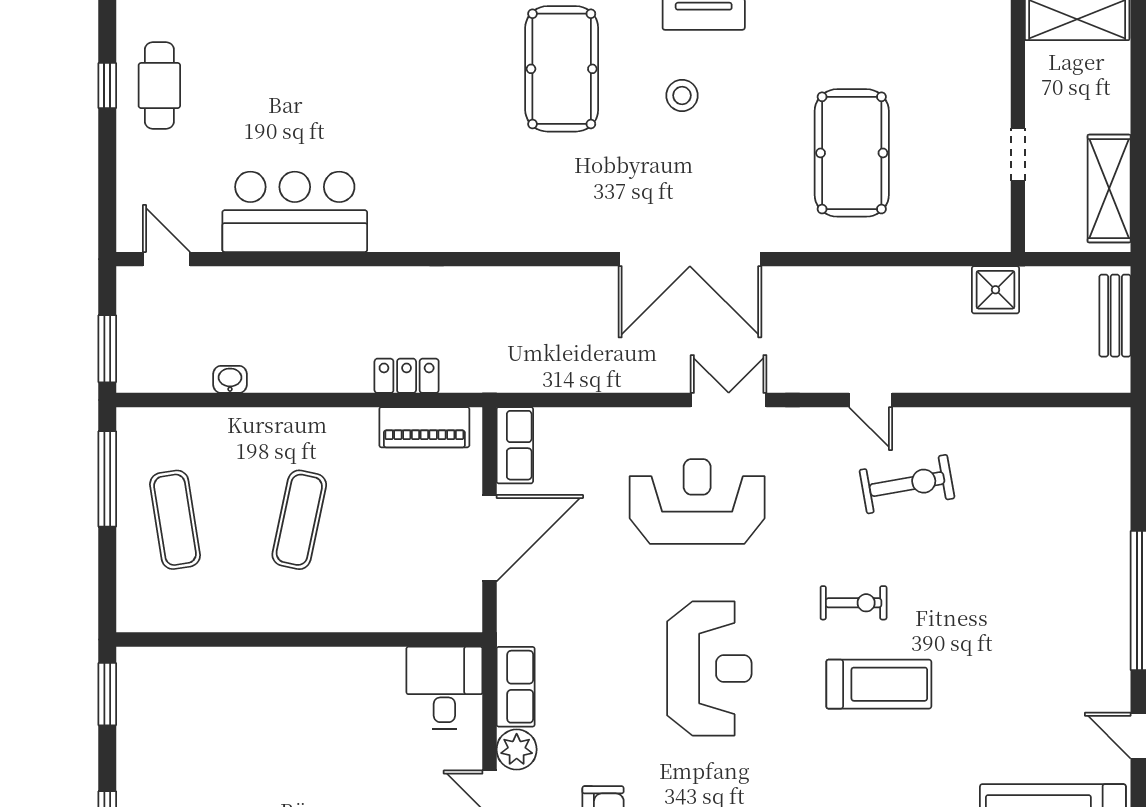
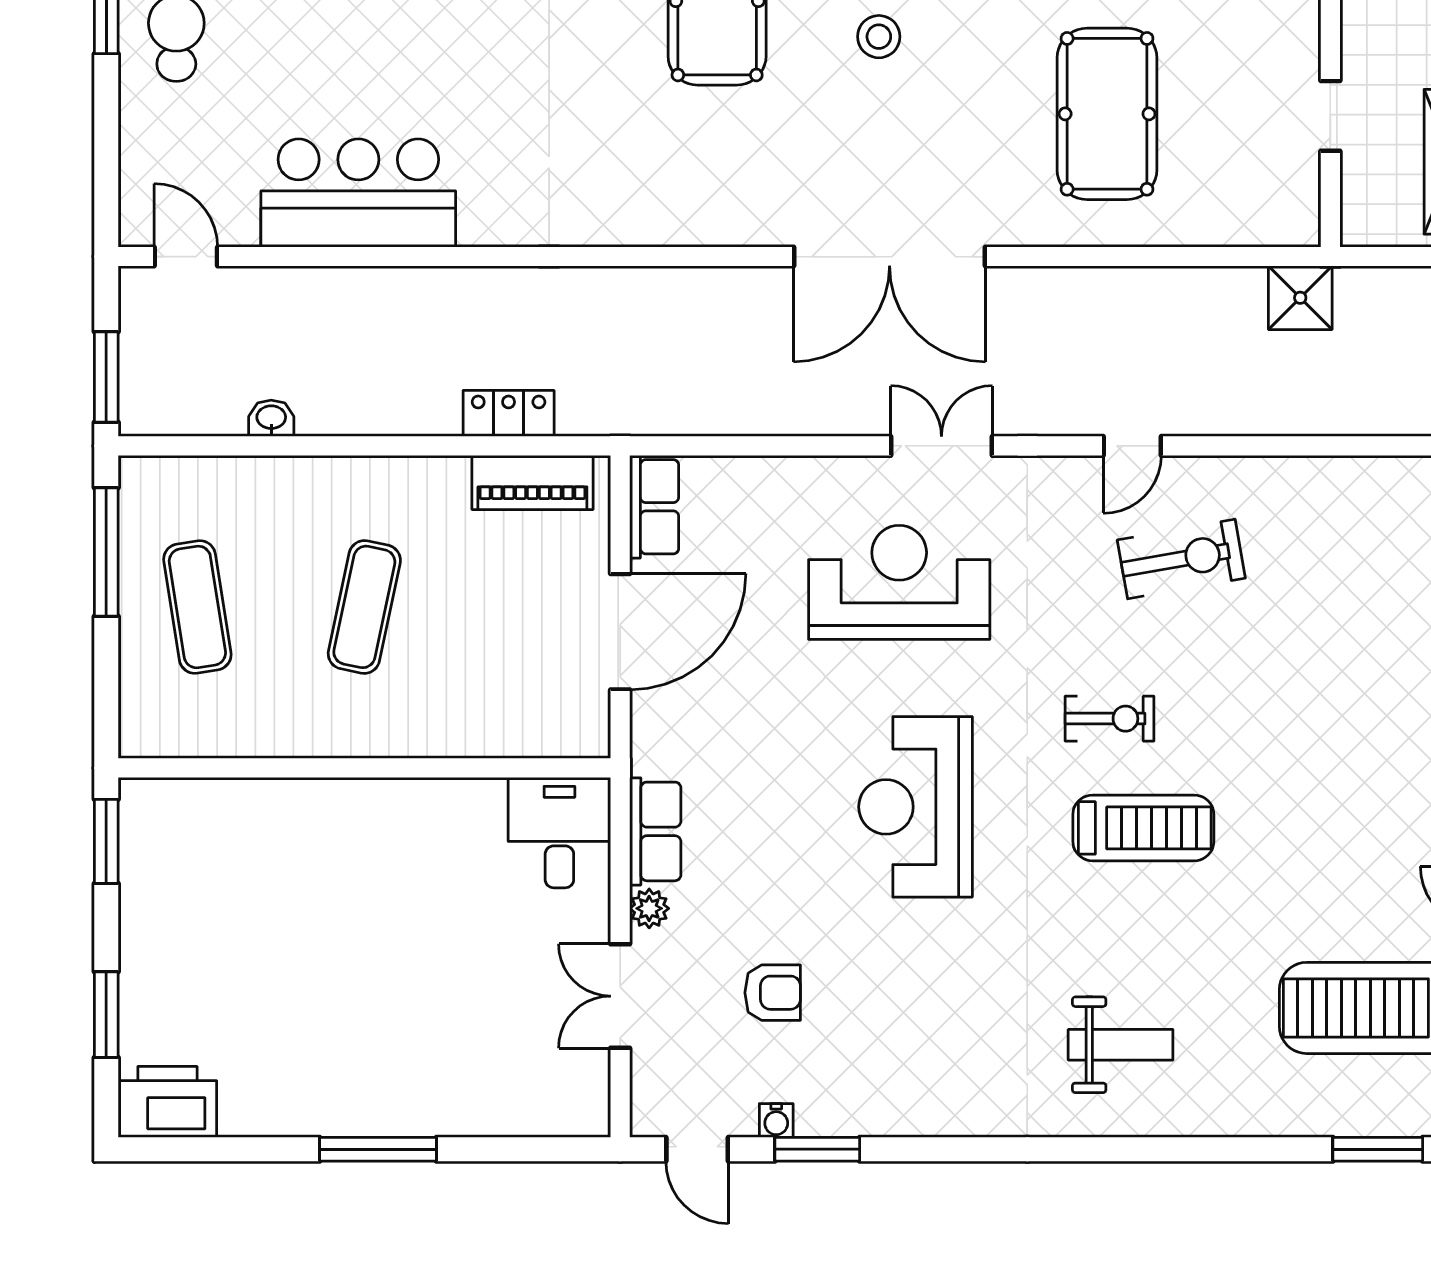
door: (871, 400) -> (1132, 446), hinge flipped
reception desk: (709, 668) -> (915, 807), turned 180
plant: (517, 750) -> (649, 908), width x0.73, depth x0.73

